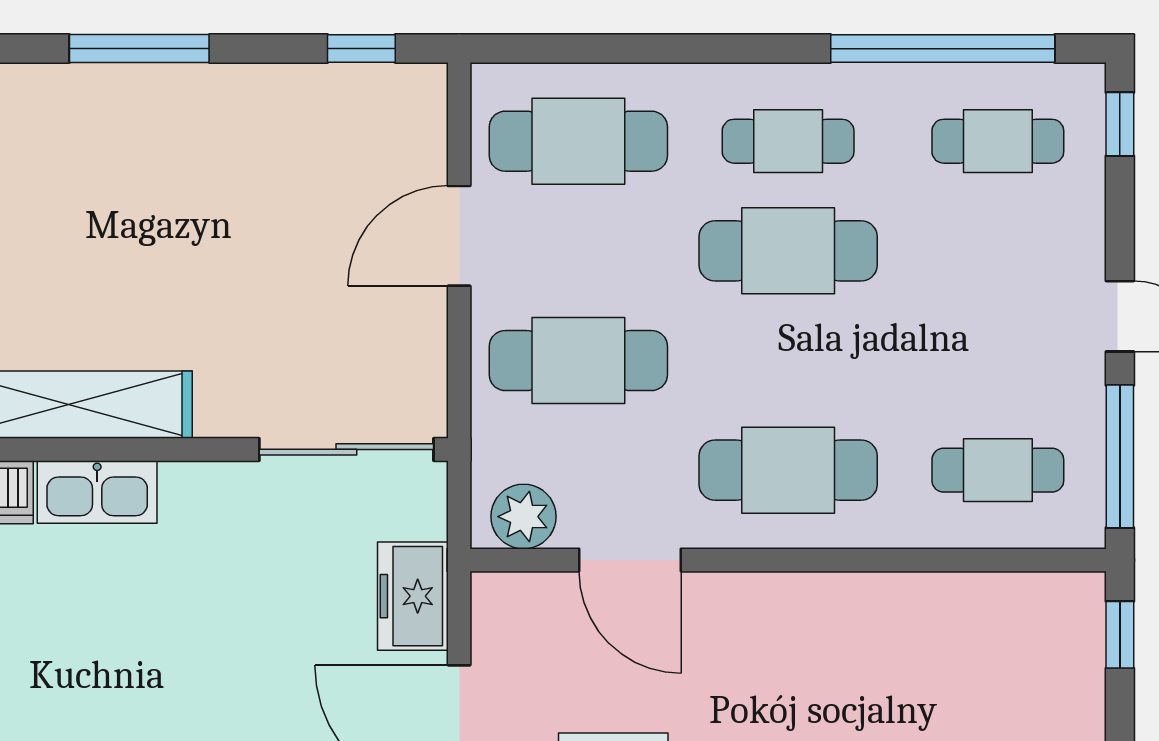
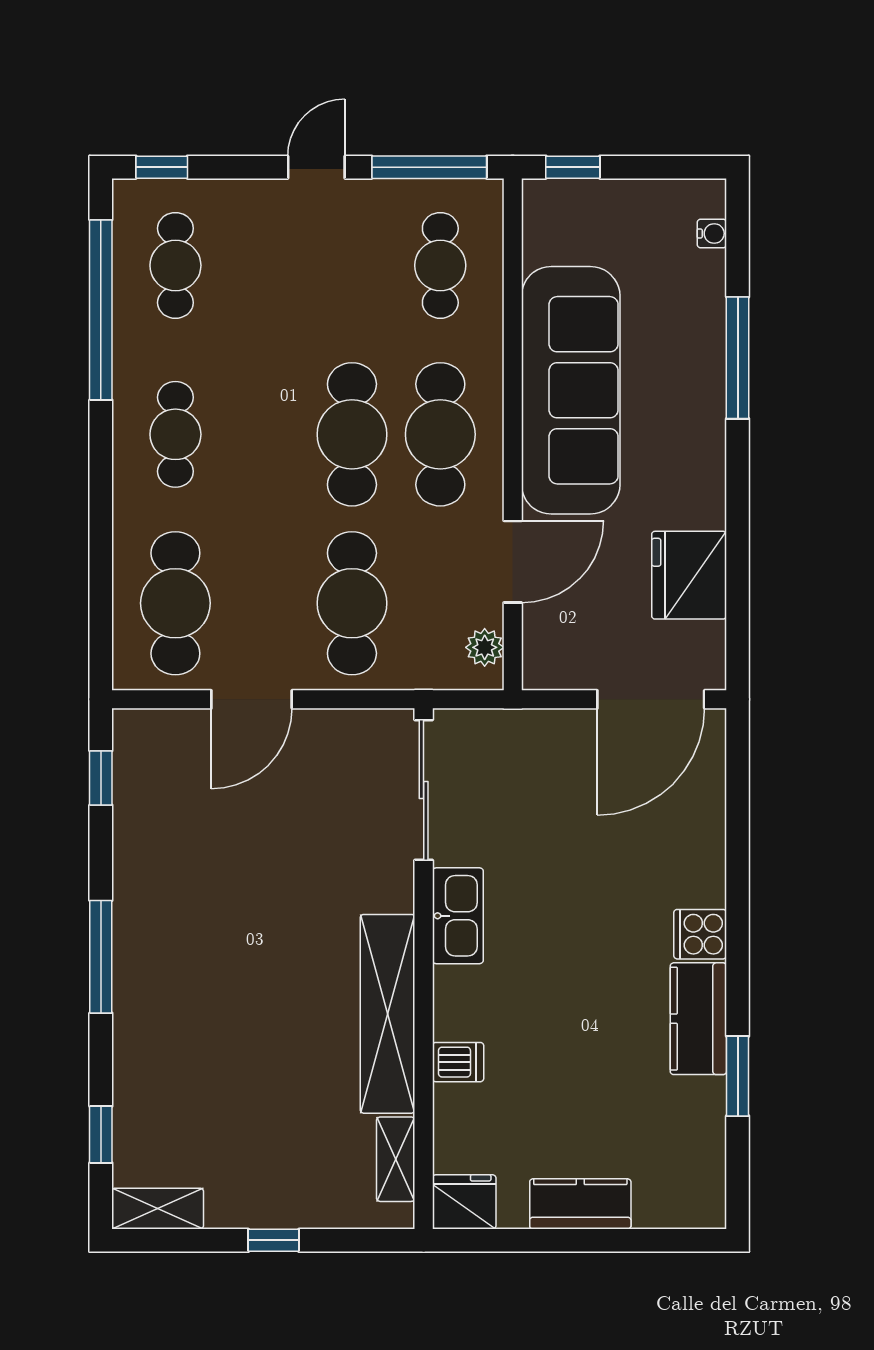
door: (459, 236) -> (252, 699), hinge flipped
cafe table: (788, 251) -> (352, 434), moved
kitchen sink: (97, 492) -> (458, 916), moved
plant: (524, 517) -> (485, 647), width x0.73, depth x0.73
freezer: (413, 596) -> (542, 737), removed
sofa: (843, 632) -> (571, 390), added

